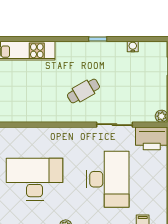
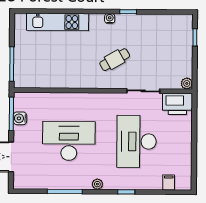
water cooler: (133, 47) -> (110, 19), moved
desk: (108, 179) -> (137, 141), turned 180

